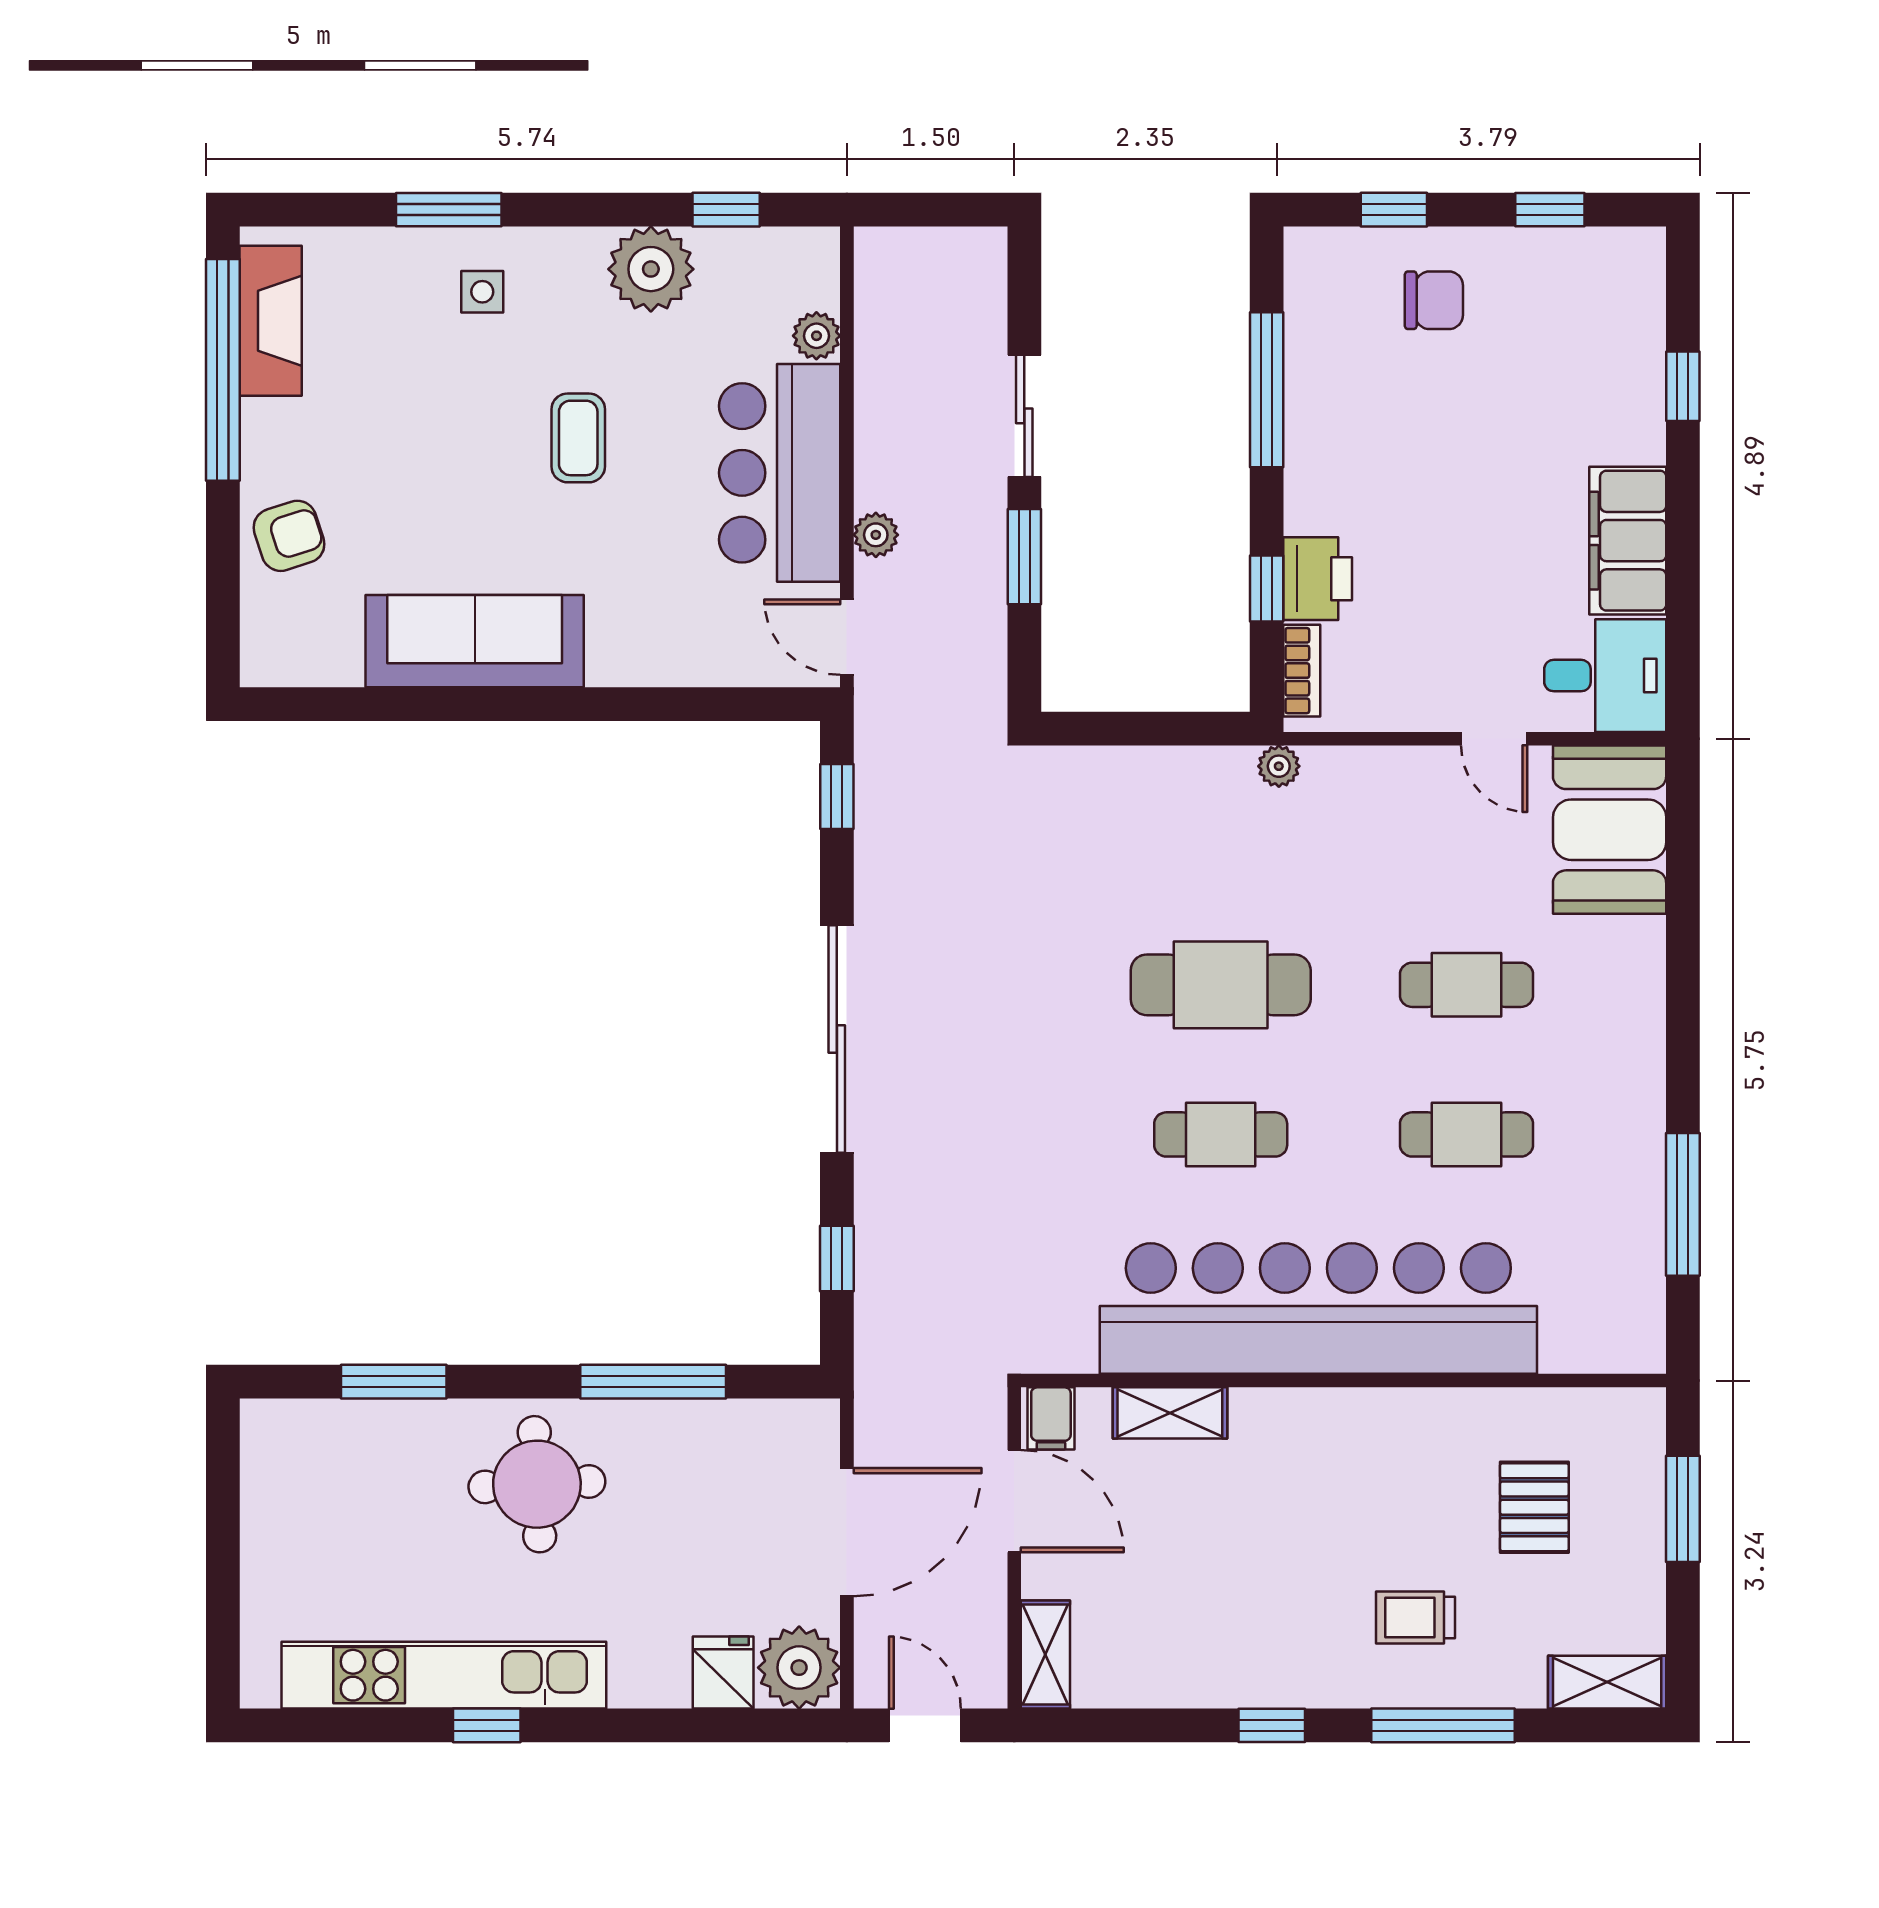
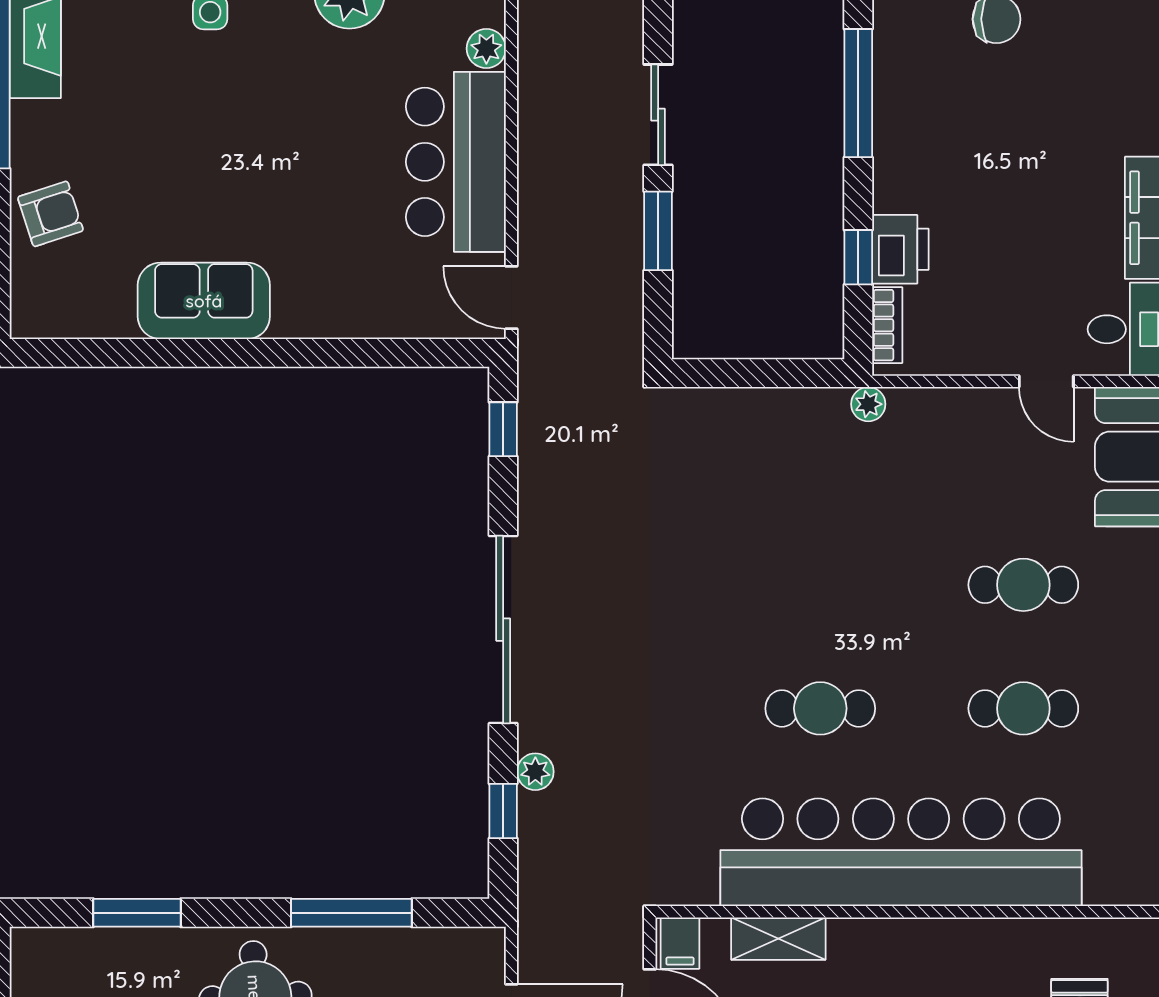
coffee table: (578, 438) -> (289, 133), removed
plant: (876, 535) -> (535, 772), moved
sofa: (475, 641) -> (204, 301), width x0.73
cafe table: (1221, 985) -> (820, 585), removed

